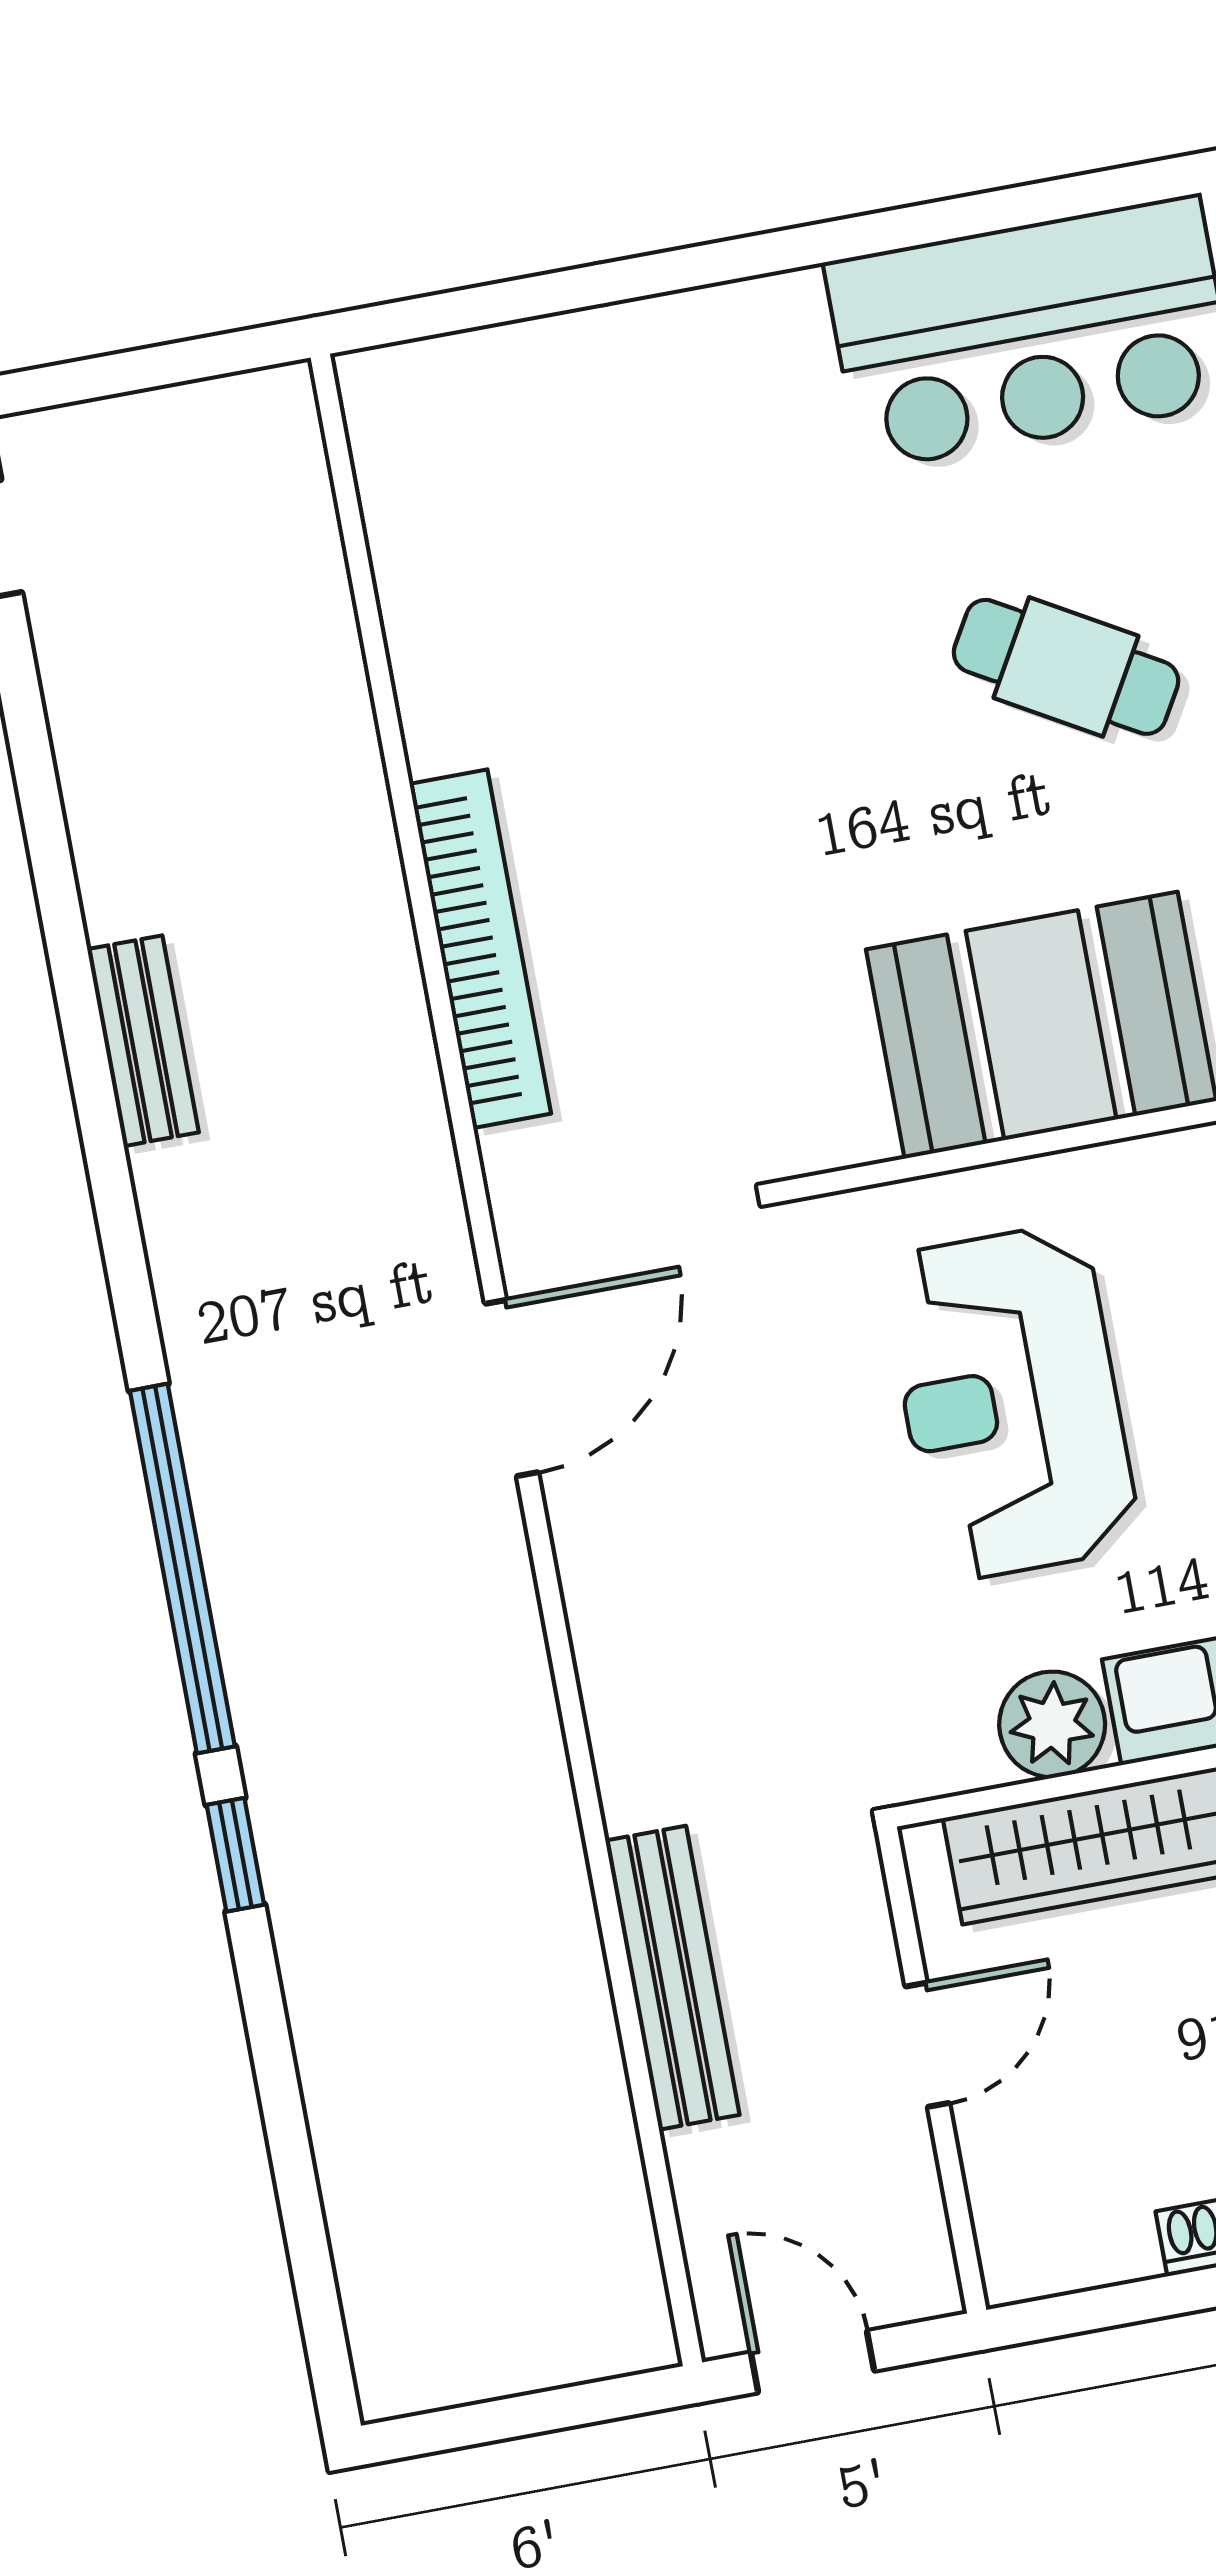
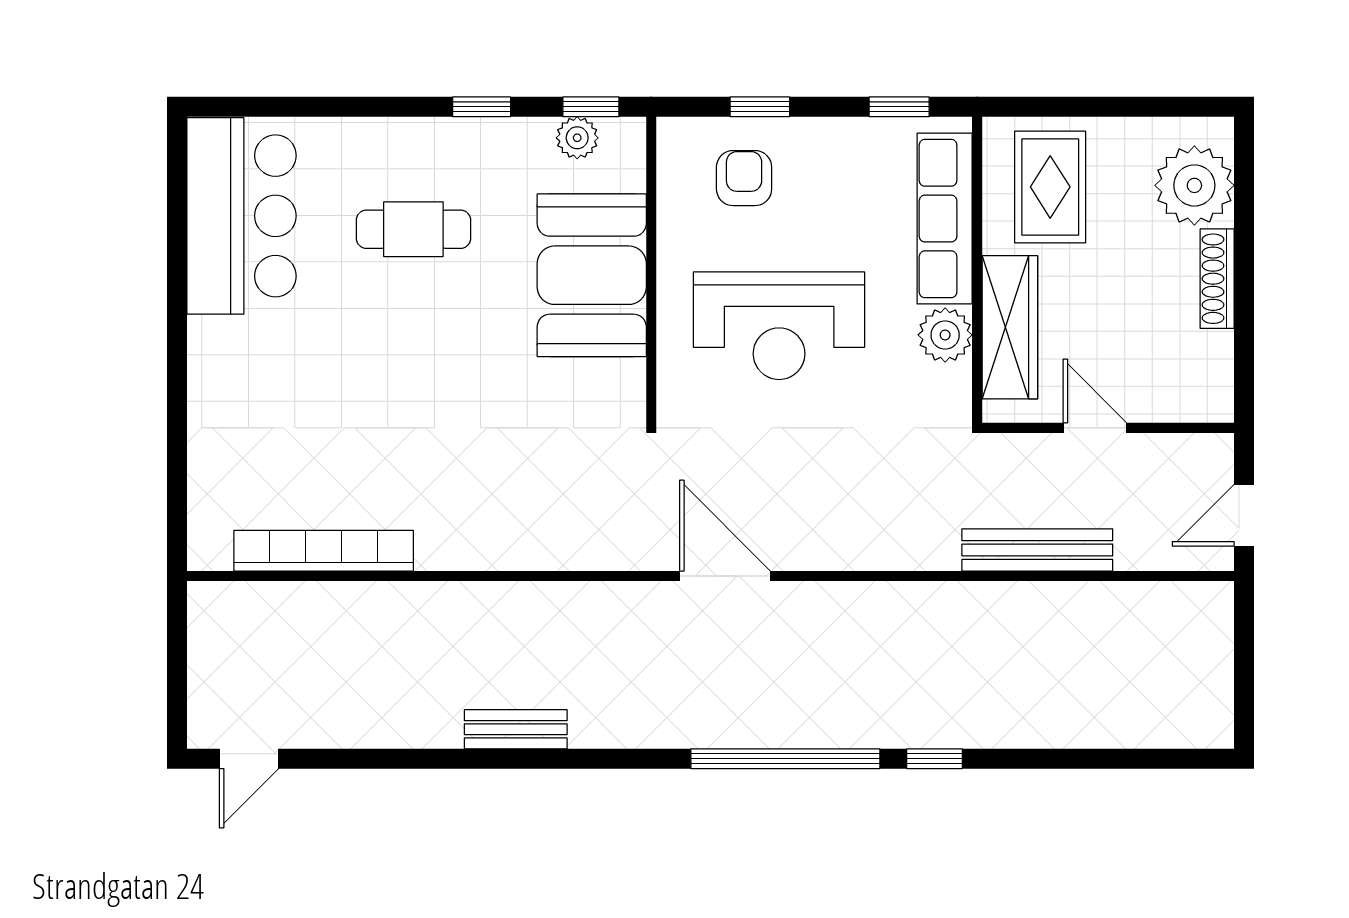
cafe table: (1066, 667) -> (413, 229), turned 60
bookcase: (480, 949) -> (324, 551), moved

